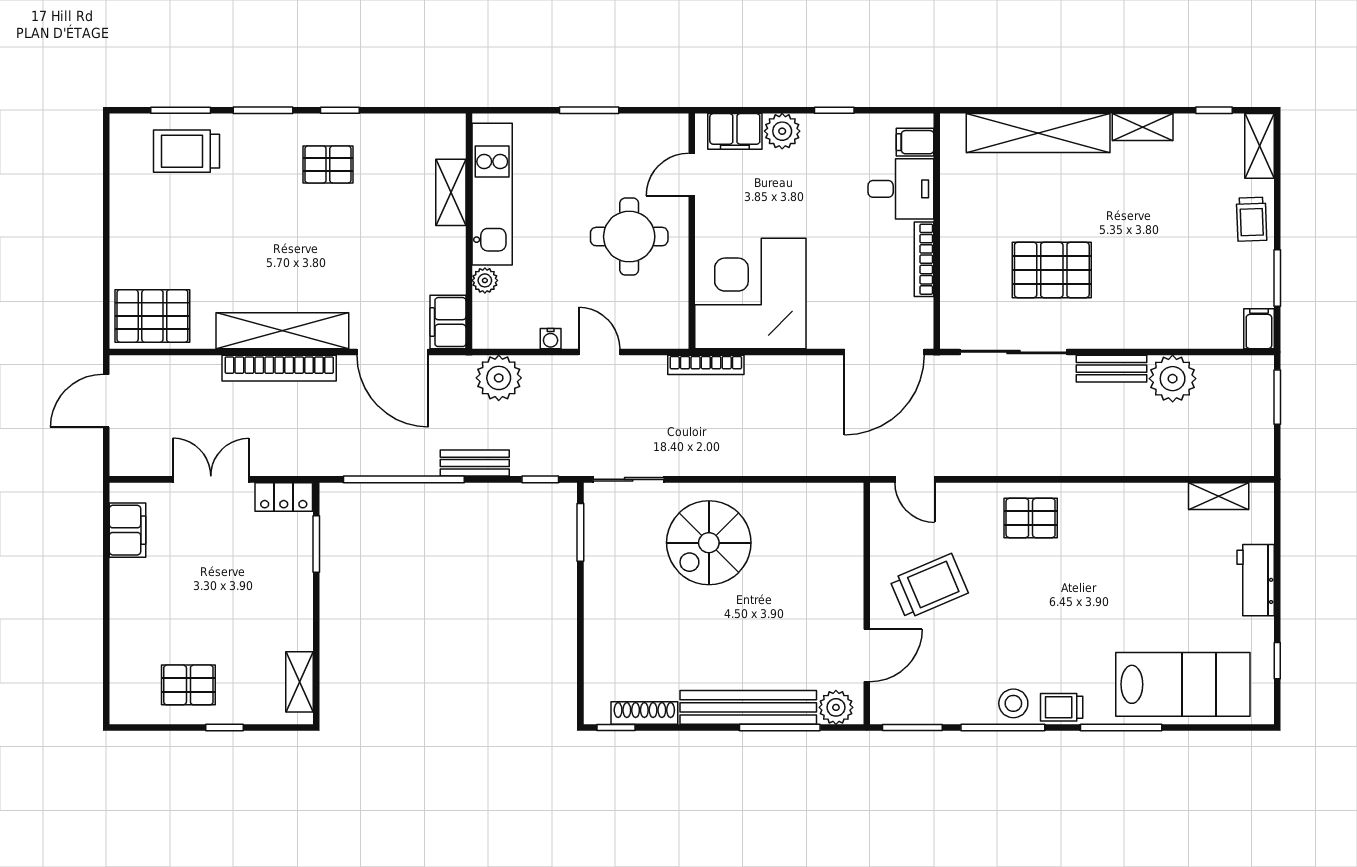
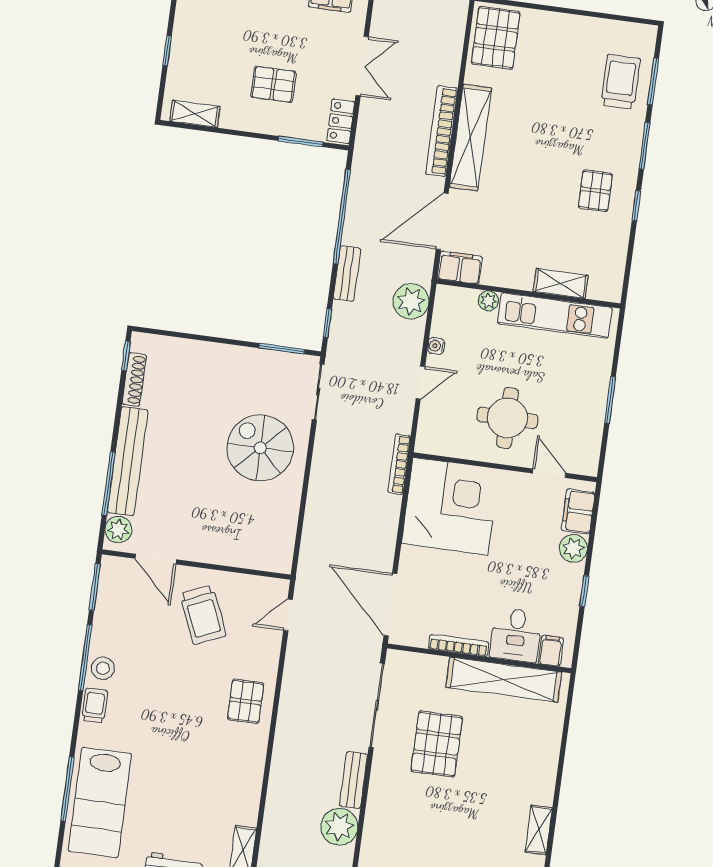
shelving: (1038, 133) -> (504, 680), moved, turned 90
pallet: (188, 685) -> (273, 84), moved, turned 90
window: (1121, 728) -> (67, 789), moved

